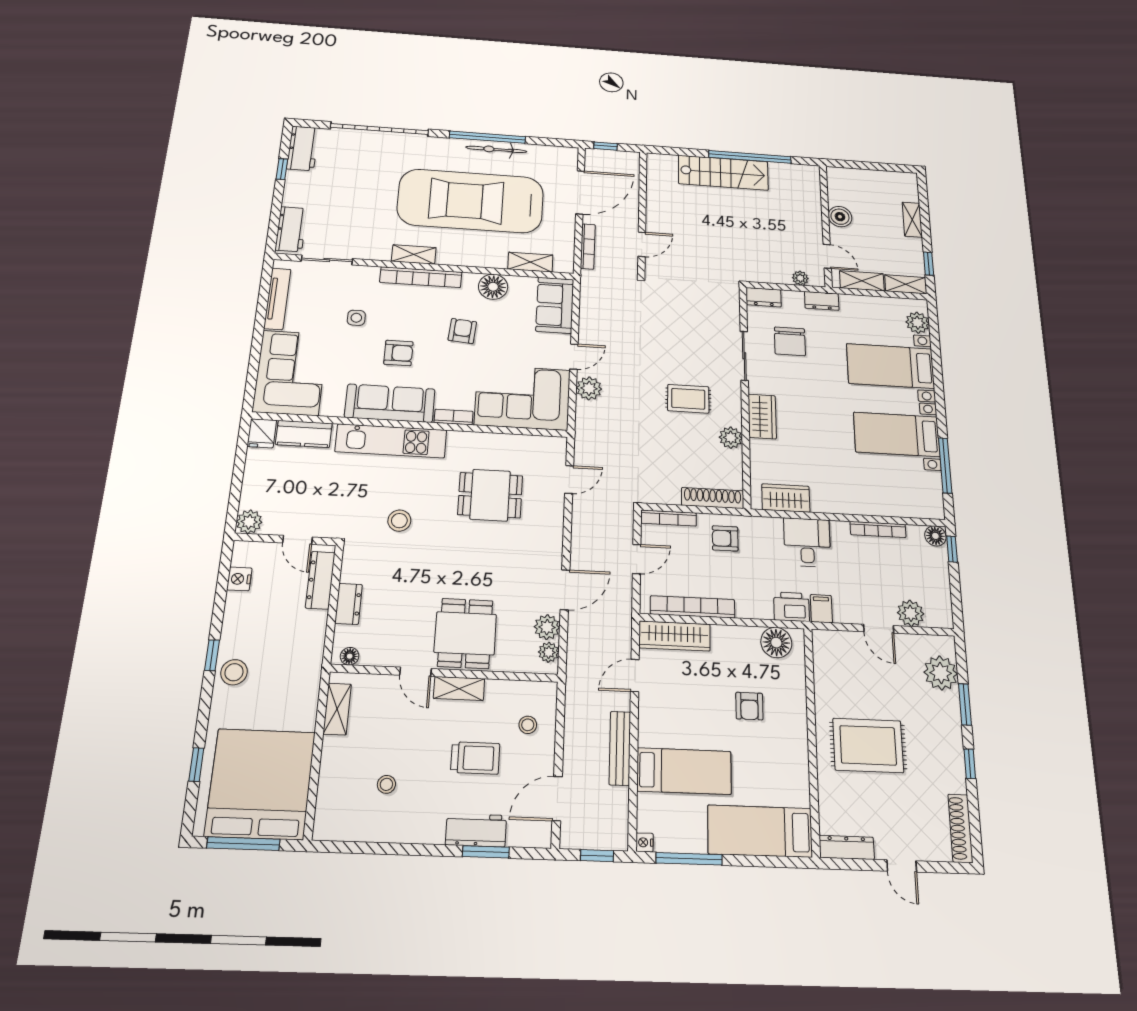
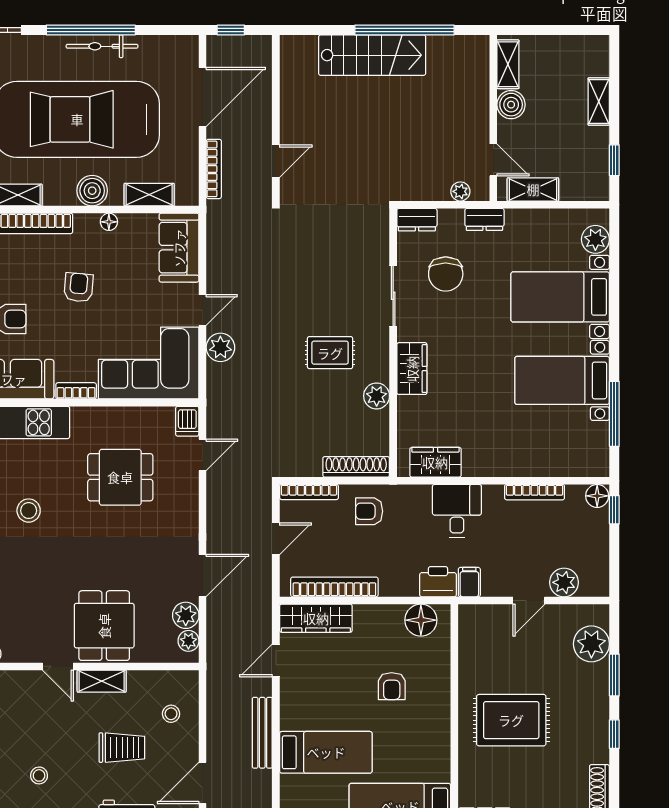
boiler: (480, 256) -> (92, 191), added
shelving: (906, 284) -> (508, 64), moved, turned 90
floor lamp: (493, 287) -> (109, 222), width x0.53, depth x0.53
dishwasher: (556, 449) -> (187, 421), added
door: (879, 629) -> (529, 601), hinge flipped

